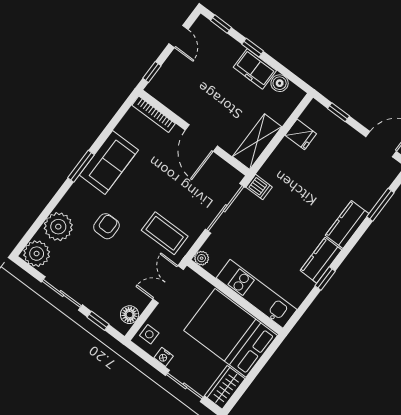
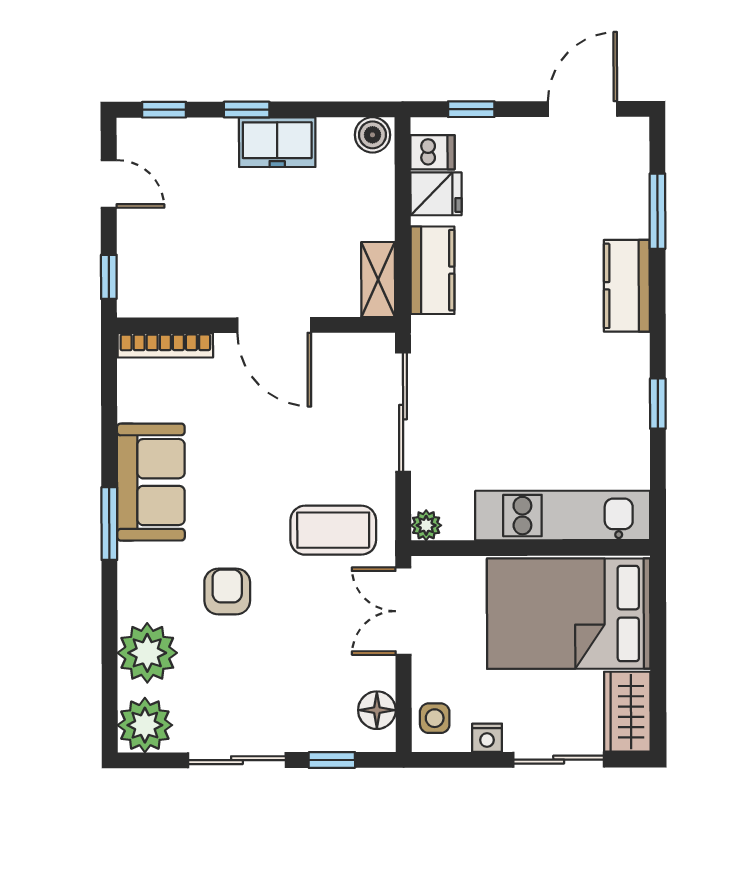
boiler: (280, 83) -> (372, 135), moved
shelving: (257, 142) -> (378, 280), width x0.67, depth x0.75
dishwasher: (259, 187) -> (432, 152), moved
kitchen counter: (321, 260) -> (433, 270), moved, turned 180

